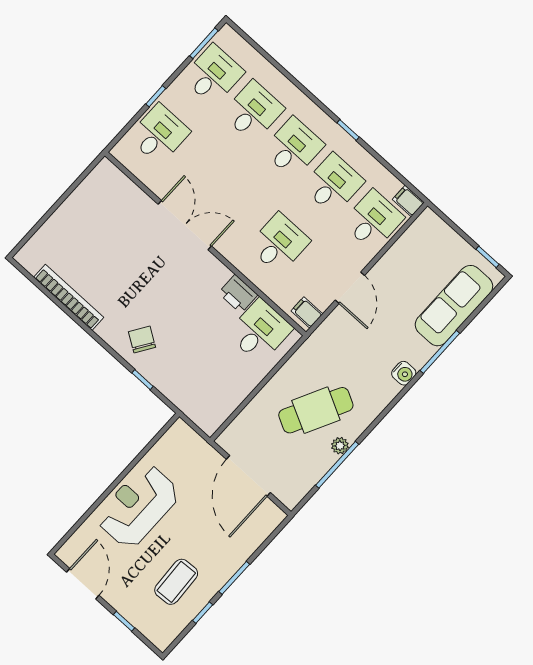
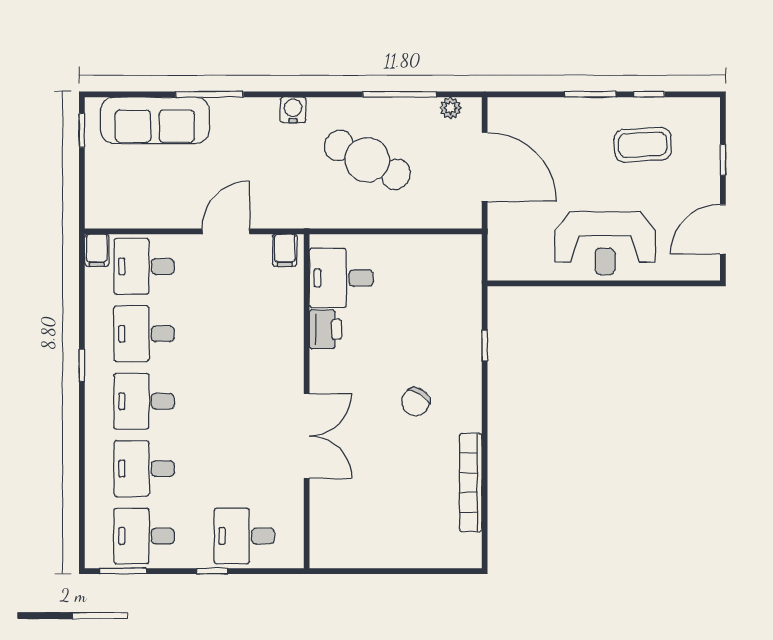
double door: (185, 225) -> (307, 436), swing flipped
desk: (279, 243) -> (244, 334), removed
chair: (142, 340) -> (416, 402), moved
water cooler: (404, 373) -> (293, 110), moved
plant: (340, 446) -> (451, 108), moved
door: (248, 476) -> (485, 167), hinge flipped

